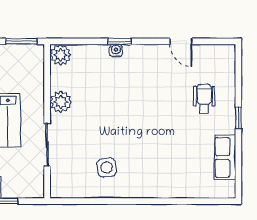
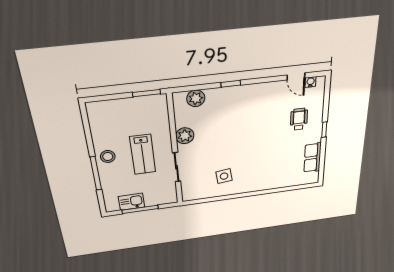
door: (181, 41) -> (296, 76), moved
water cooler: (116, 51) -> (311, 82), moved
plant: (60, 55) -> (196, 98), moved

